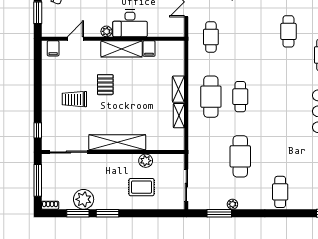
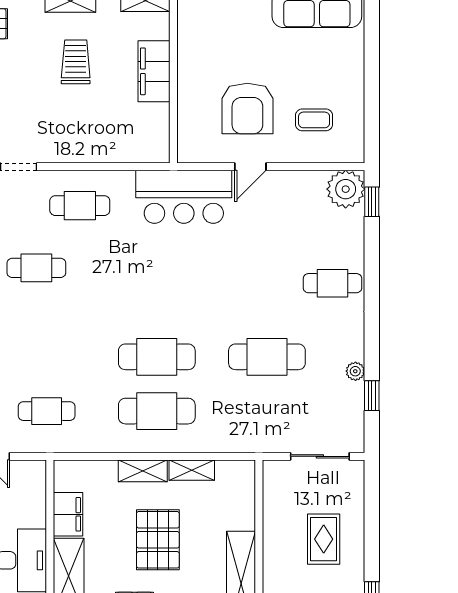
filing cabinet: (149, 49) -> (68, 514), width x2.00
pallet: (141, 97) -> (158, 540), added
cafe table: (240, 97) -> (157, 357), width x1.37, depth x1.35
plant: (146, 161) -> (275, 531), removed
window: (219, 213) -> (372, 396), width x0.67

